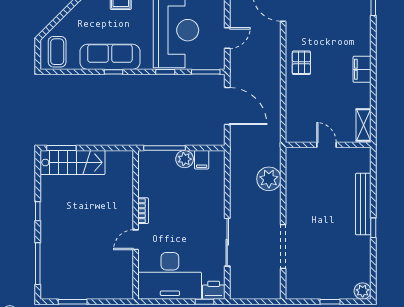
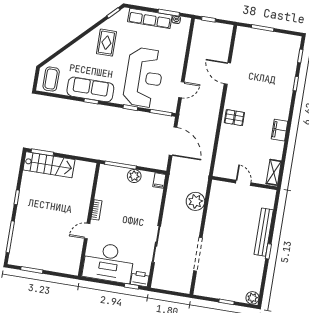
pallet: (301, 63) -> (234, 118), turned 90
filing cabinet: (202, 160) -> (159, 181), moved

